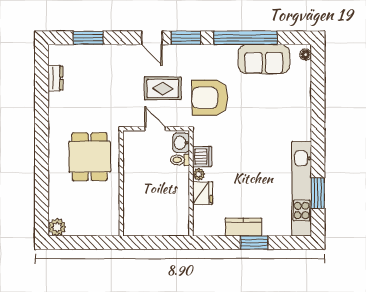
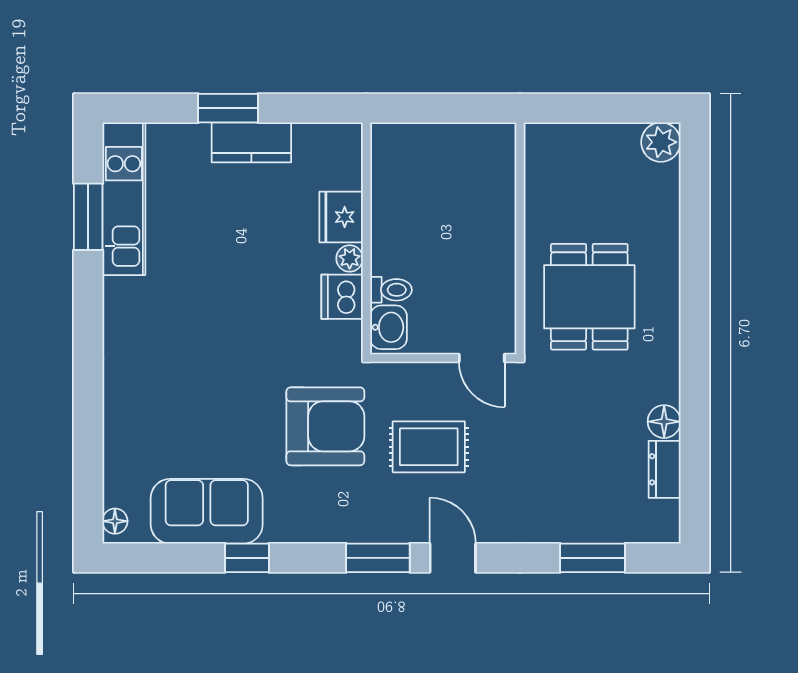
window: (245, 38) -> (247, 558), width x0.32
floor lamp: (56, 100) -> (664, 422), added
door: (155, 129) -> (482, 358), moved
kitchen unit: (302, 189) -> (124, 199), width x0.73

